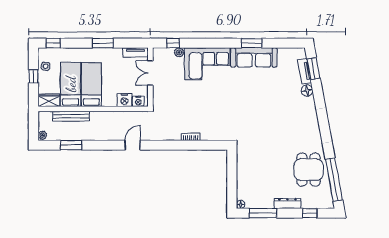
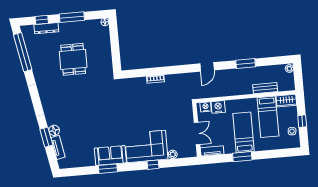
window: (53, 43) -> (287, 153), removed
window: (173, 43) -> (153, 165), moved
sofa: (254, 57) -> (110, 155), width x0.73
window: (313, 69) -> (46, 137), moved
bed: (91, 85) -> (243, 132), moved, turned 180
bench: (71, 116) -> (265, 88), width x0.73
window: (71, 145) -> (246, 64), moved
dining table: (309, 170) -> (73, 59), moved
dresser: (287, 203) -> (46, 28), moved
window: (263, 213) -> (72, 17), moved

